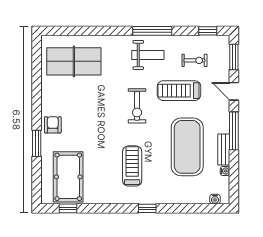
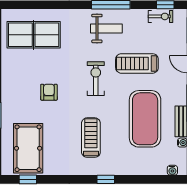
exercise bike: (194, 60) -> (160, 16), moved
exercise bike: (137, 106) -> (96, 79), turned 180
armchair: (53, 125) -> (49, 92), moved

